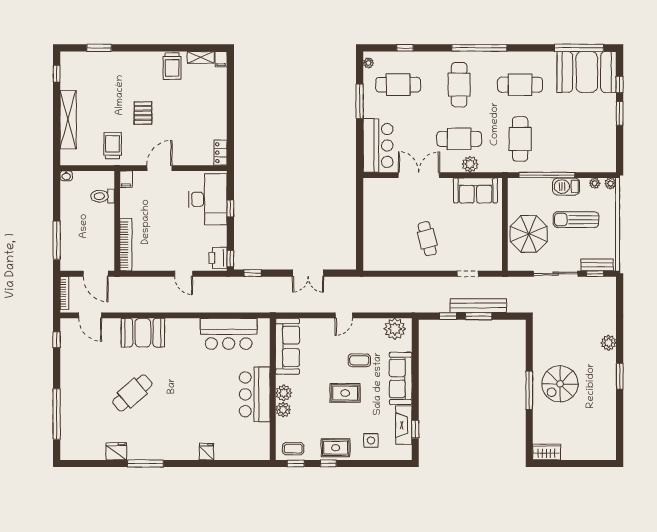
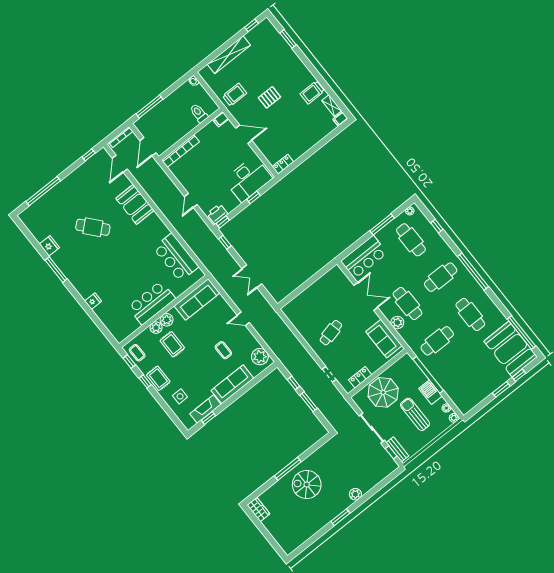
locker: (495, 245) -> (360, 377), added
bench: (478, 306) -> (315, 396), removed
rug: (345, 393) -> (172, 344), moved

